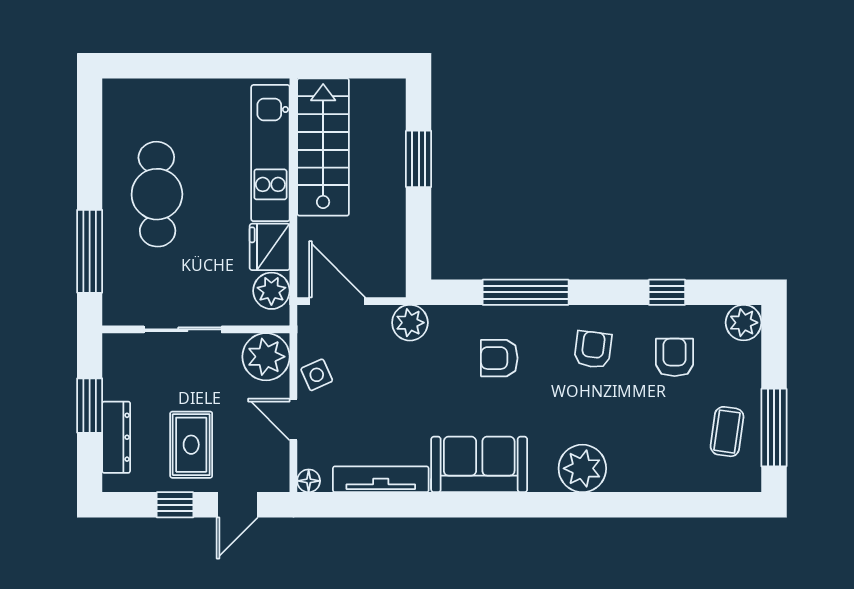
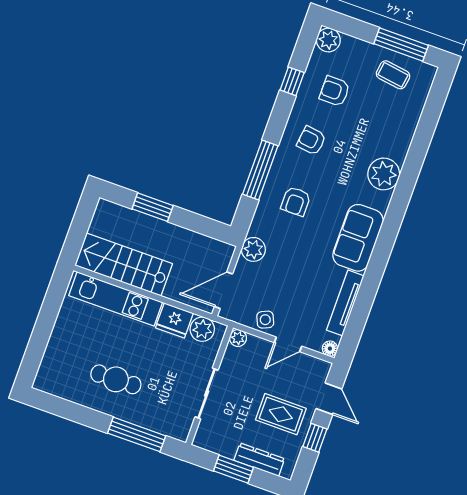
cafe table: (157, 194) -> (116, 379), width x0.73, depth x0.74
plant: (266, 357) -> (238, 338), width x0.53, depth x0.53

